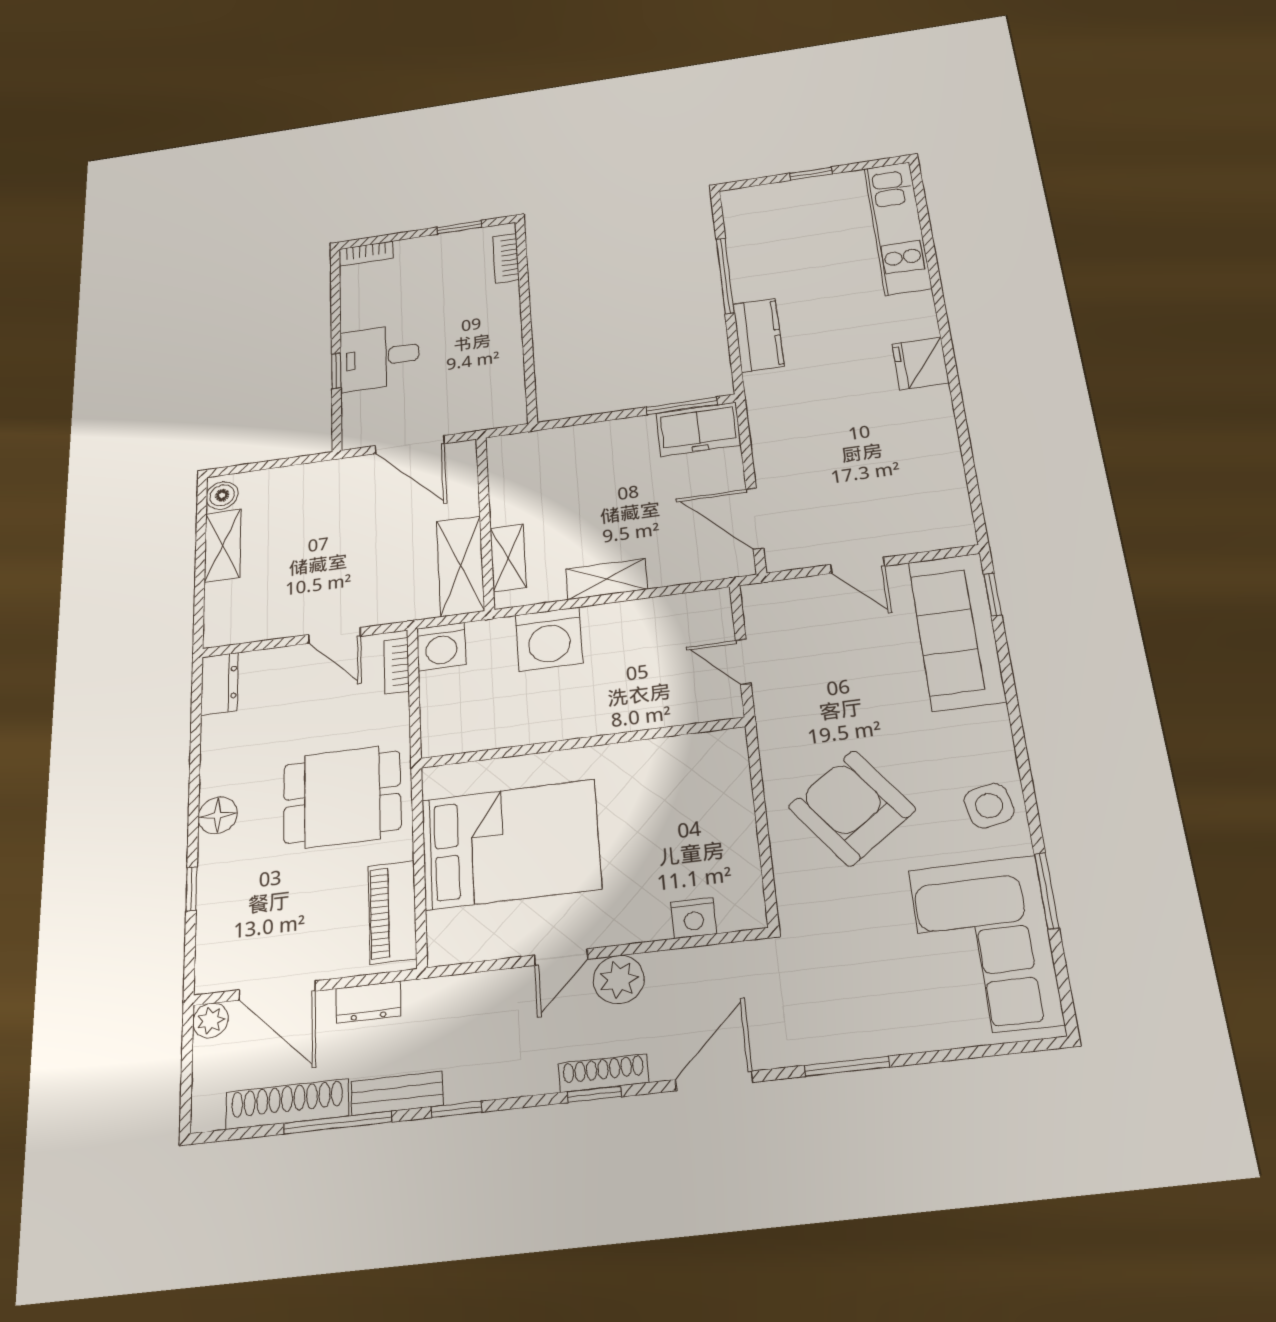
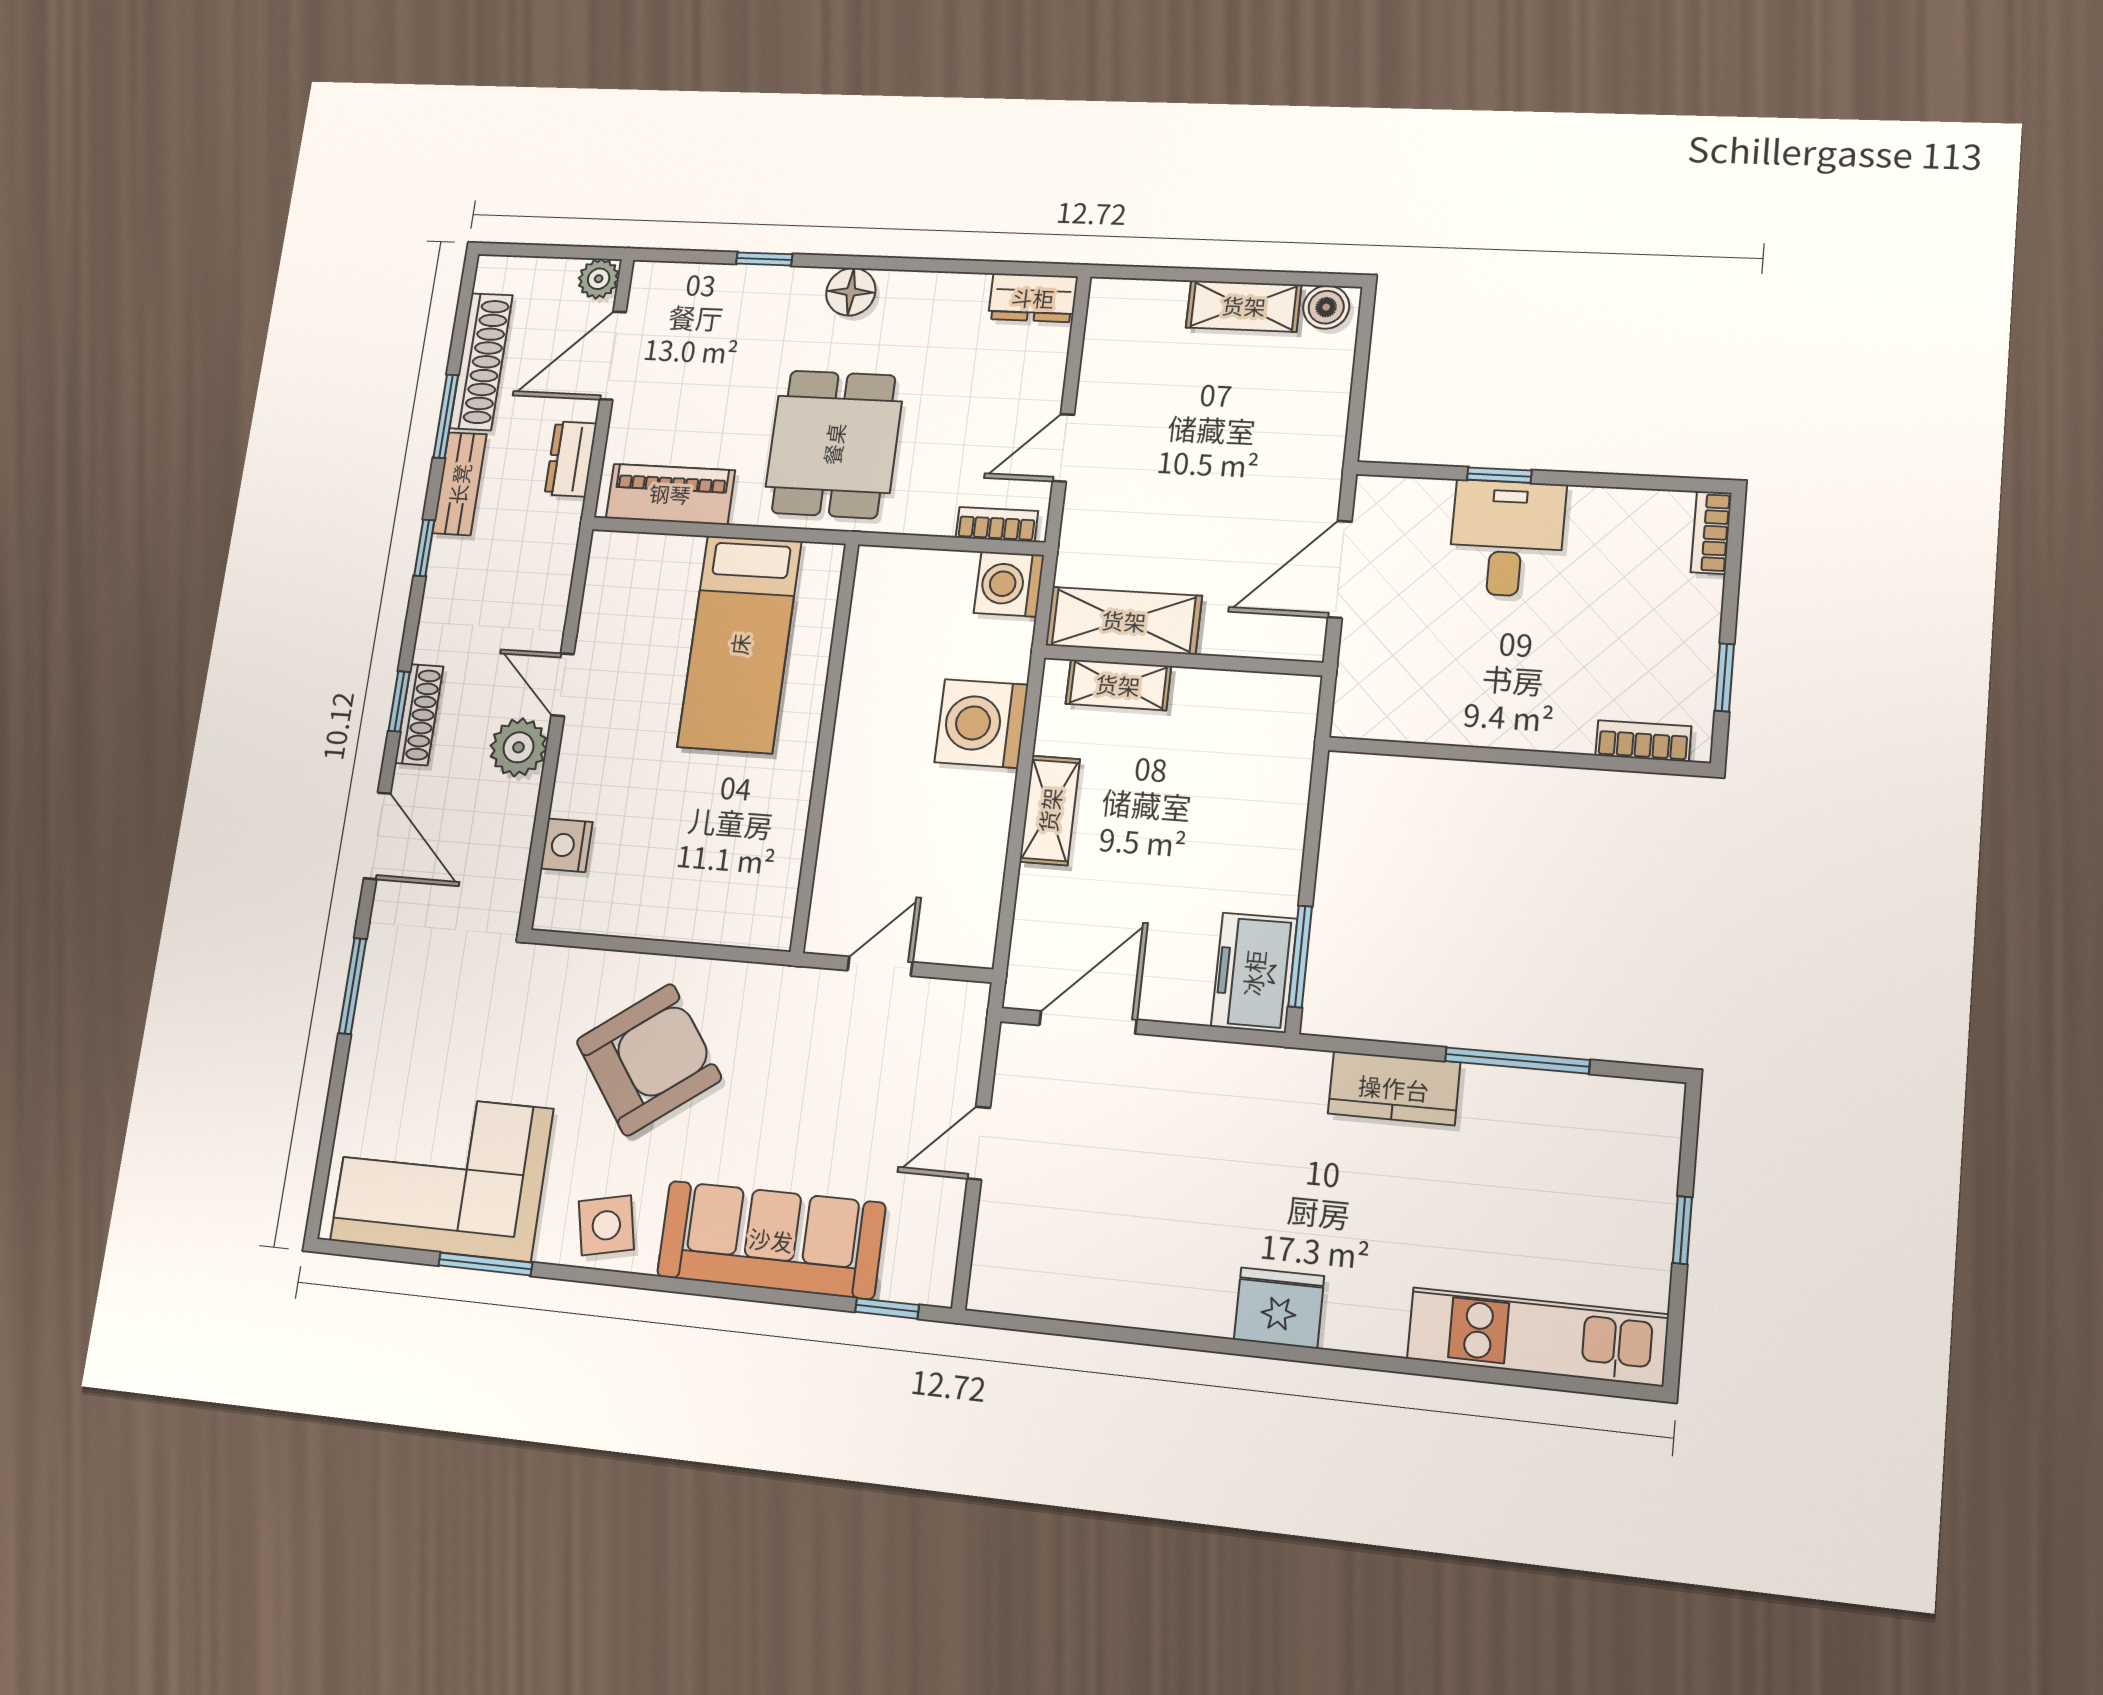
sofa: (957, 631) -> (771, 1240), moved
bed: (510, 844) -> (740, 644), width x0.67
window: (338, 1123) -> (446, 416), width x0.69

